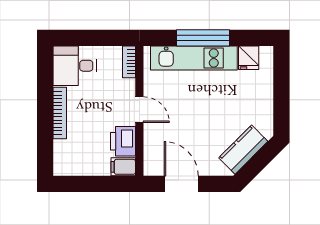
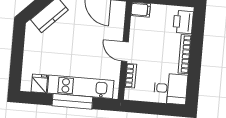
bookcase: (129, 62) -> (131, 76), moved
printer: (123, 141) -> (183, 22), moved, turned 180

